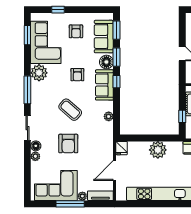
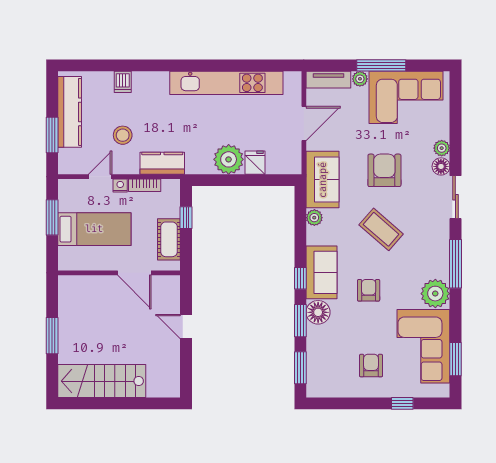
sofa: (104, 37) -> (323, 180), moved
fridge: (122, 148) -> (255, 163), moved

